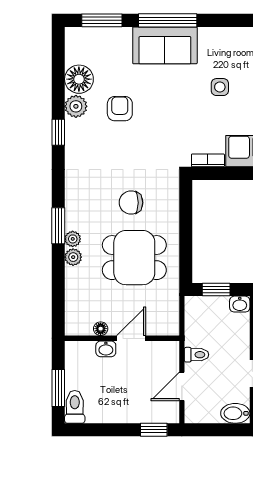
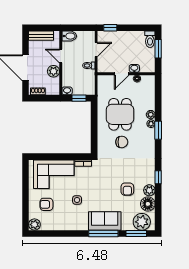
plant: (91, 44) -> (142, 222), added
dining table: (134, 258) -> (120, 114), turned 90

